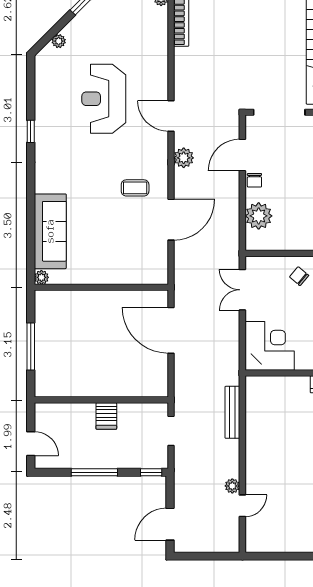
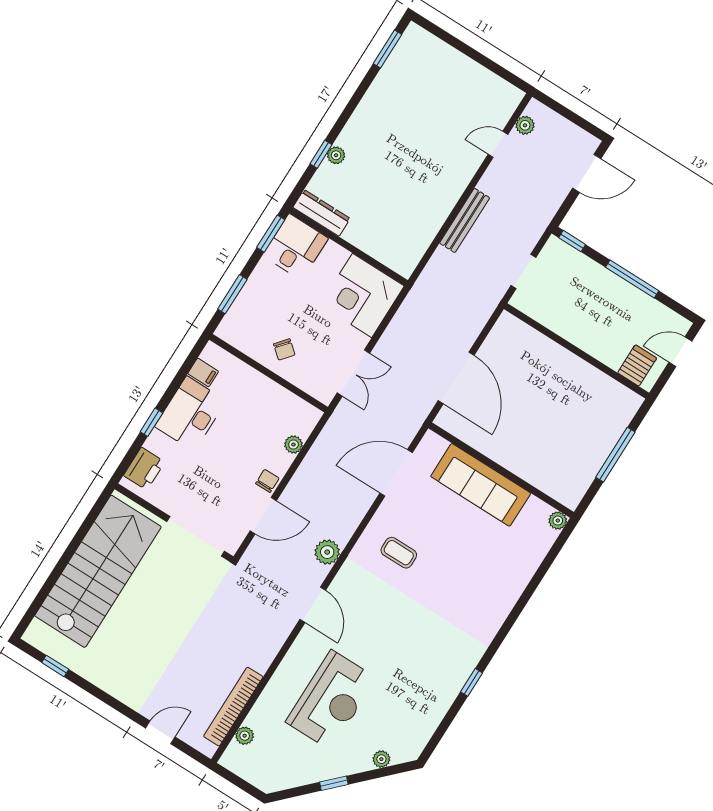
reception desk: (104, 99) -> (331, 700), moved
plant: (259, 216) -> (293, 445), width x0.53, depth x0.53
door: (171, 220) -> (396, 473), moved
sofa: (50, 231) -> (481, 485), moved, turned -90
bench: (232, 412) -> (465, 220), moved
server rack: (106, 416) -> (637, 365), moved
door: (31, 444) -> (680, 352), hinge flipped
plant: (232, 486) -> (525, 125), moved

